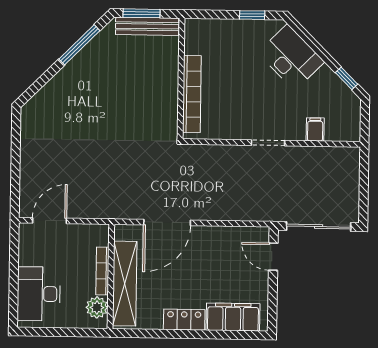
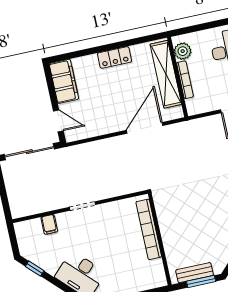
bench: (147, 26) -> (195, 273), width x0.73
filing cabinet: (233, 317) -> (64, 81), moved, turned -90

